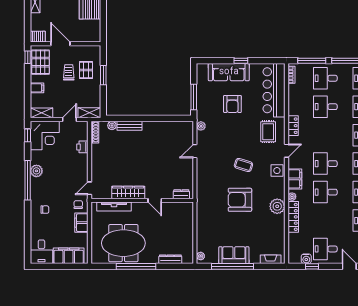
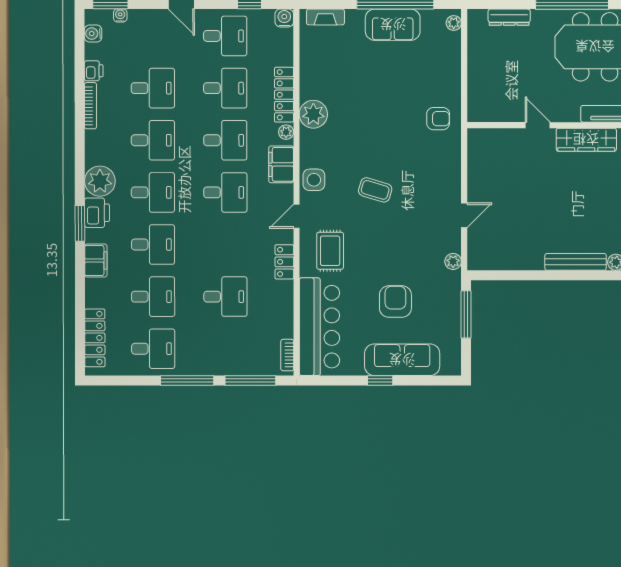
desk: (325, 78) -> (225, 88), moved
bench: (129, 126) -> (576, 262), width x1.36
dresser: (181, 194) -> (489, 136), removed
armchair: (240, 200) -> (438, 119), moved, width x0.53, depth x0.53
water cooler: (306, 259) -> (284, 18), moved

